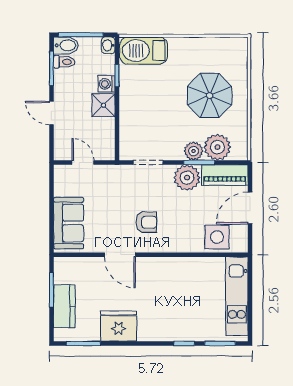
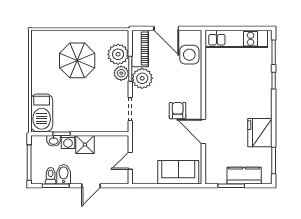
bidet: (66, 45) -> (64, 174), moved
washbasin: (108, 45) -> (54, 141), moved
door: (120, 255) -> (203, 131), swing flipped

